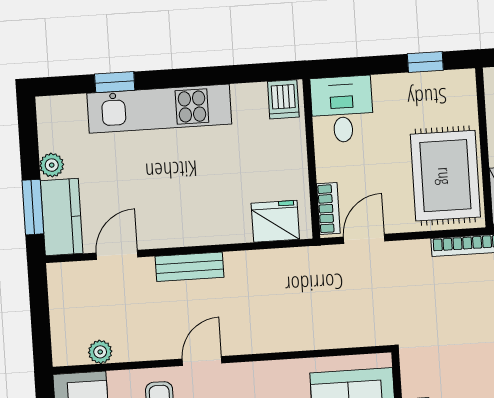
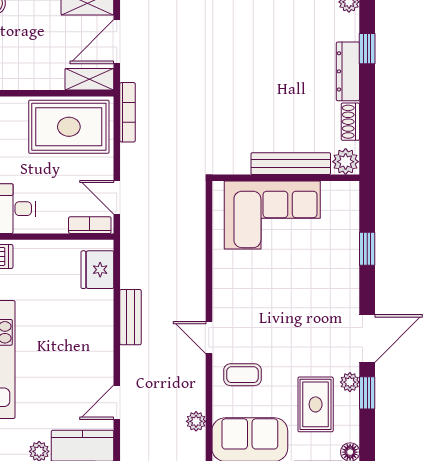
door: (117, 255) -> (117, 402), hinge flipped
bench: (190, 267) -> (130, 317), moved

